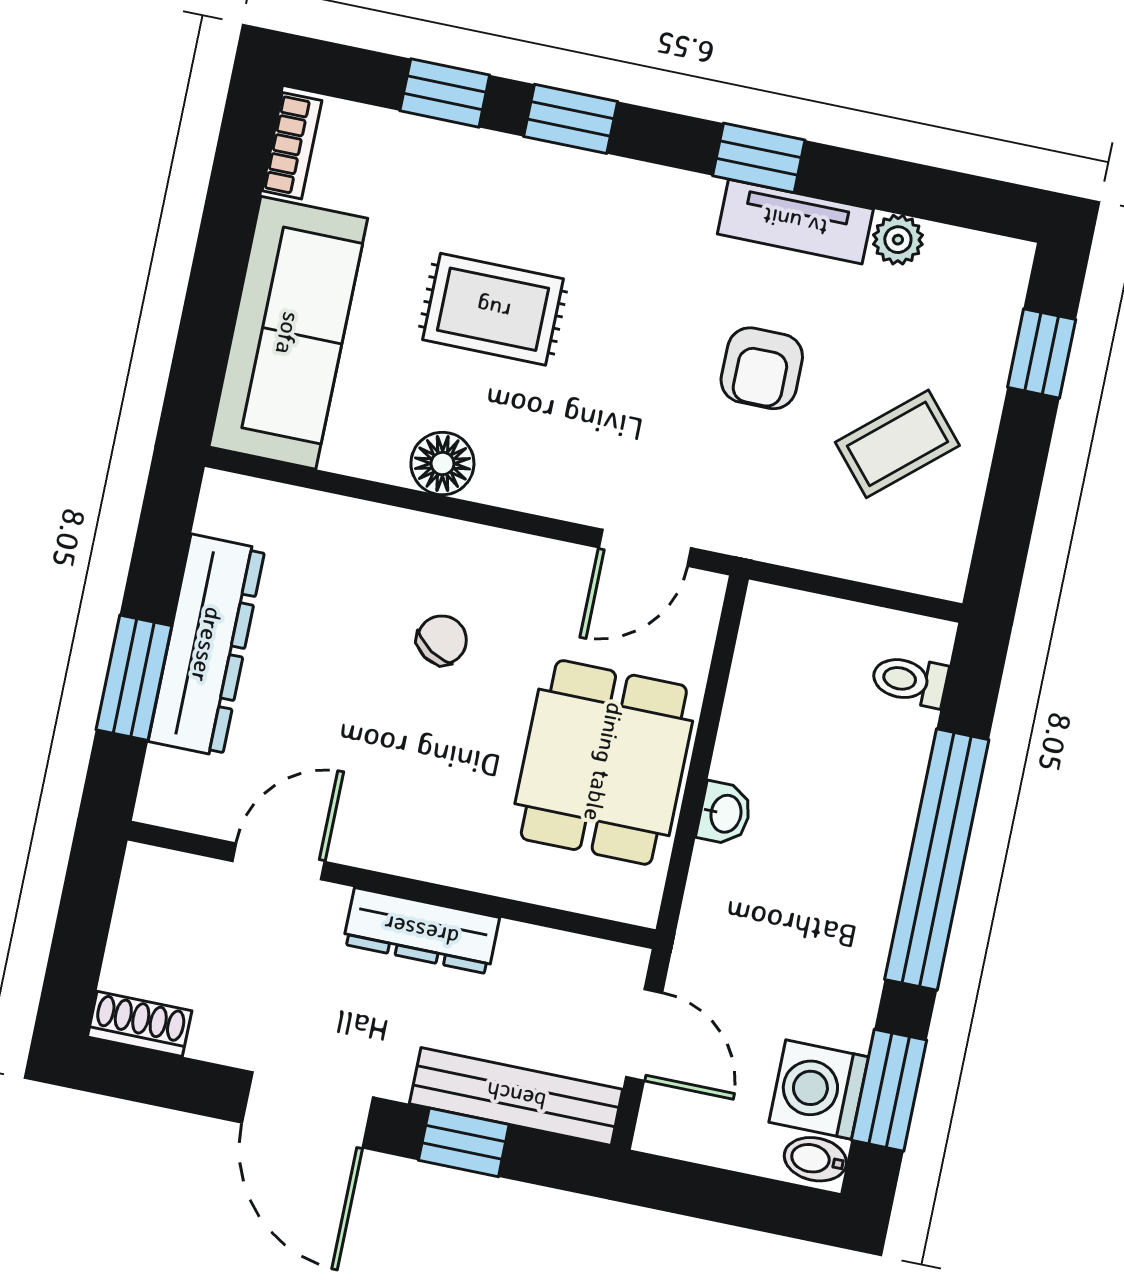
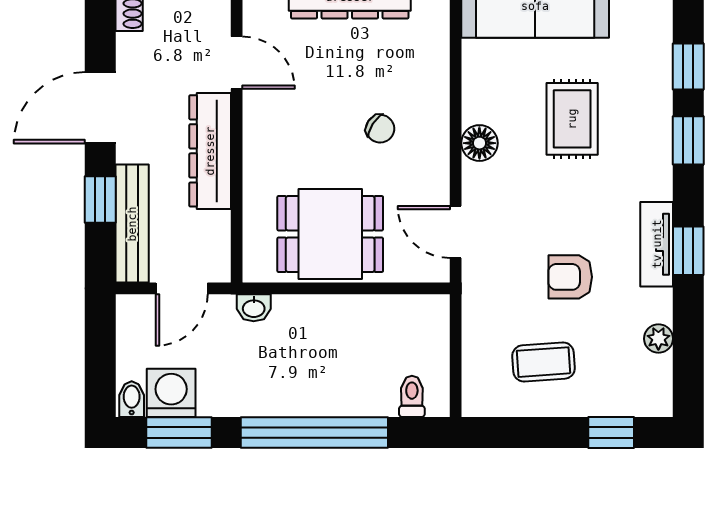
tv unit: (795, 222) -> (657, 244), moved
coffee table: (897, 444) -> (544, 362), turned -53
floor lamp: (442, 464) -> (479, 143), moved
washbasin: (725, 813) -> (254, 308), moved
dresser: (421, 931) -> (210, 151), width x1.37, depth x1.24

